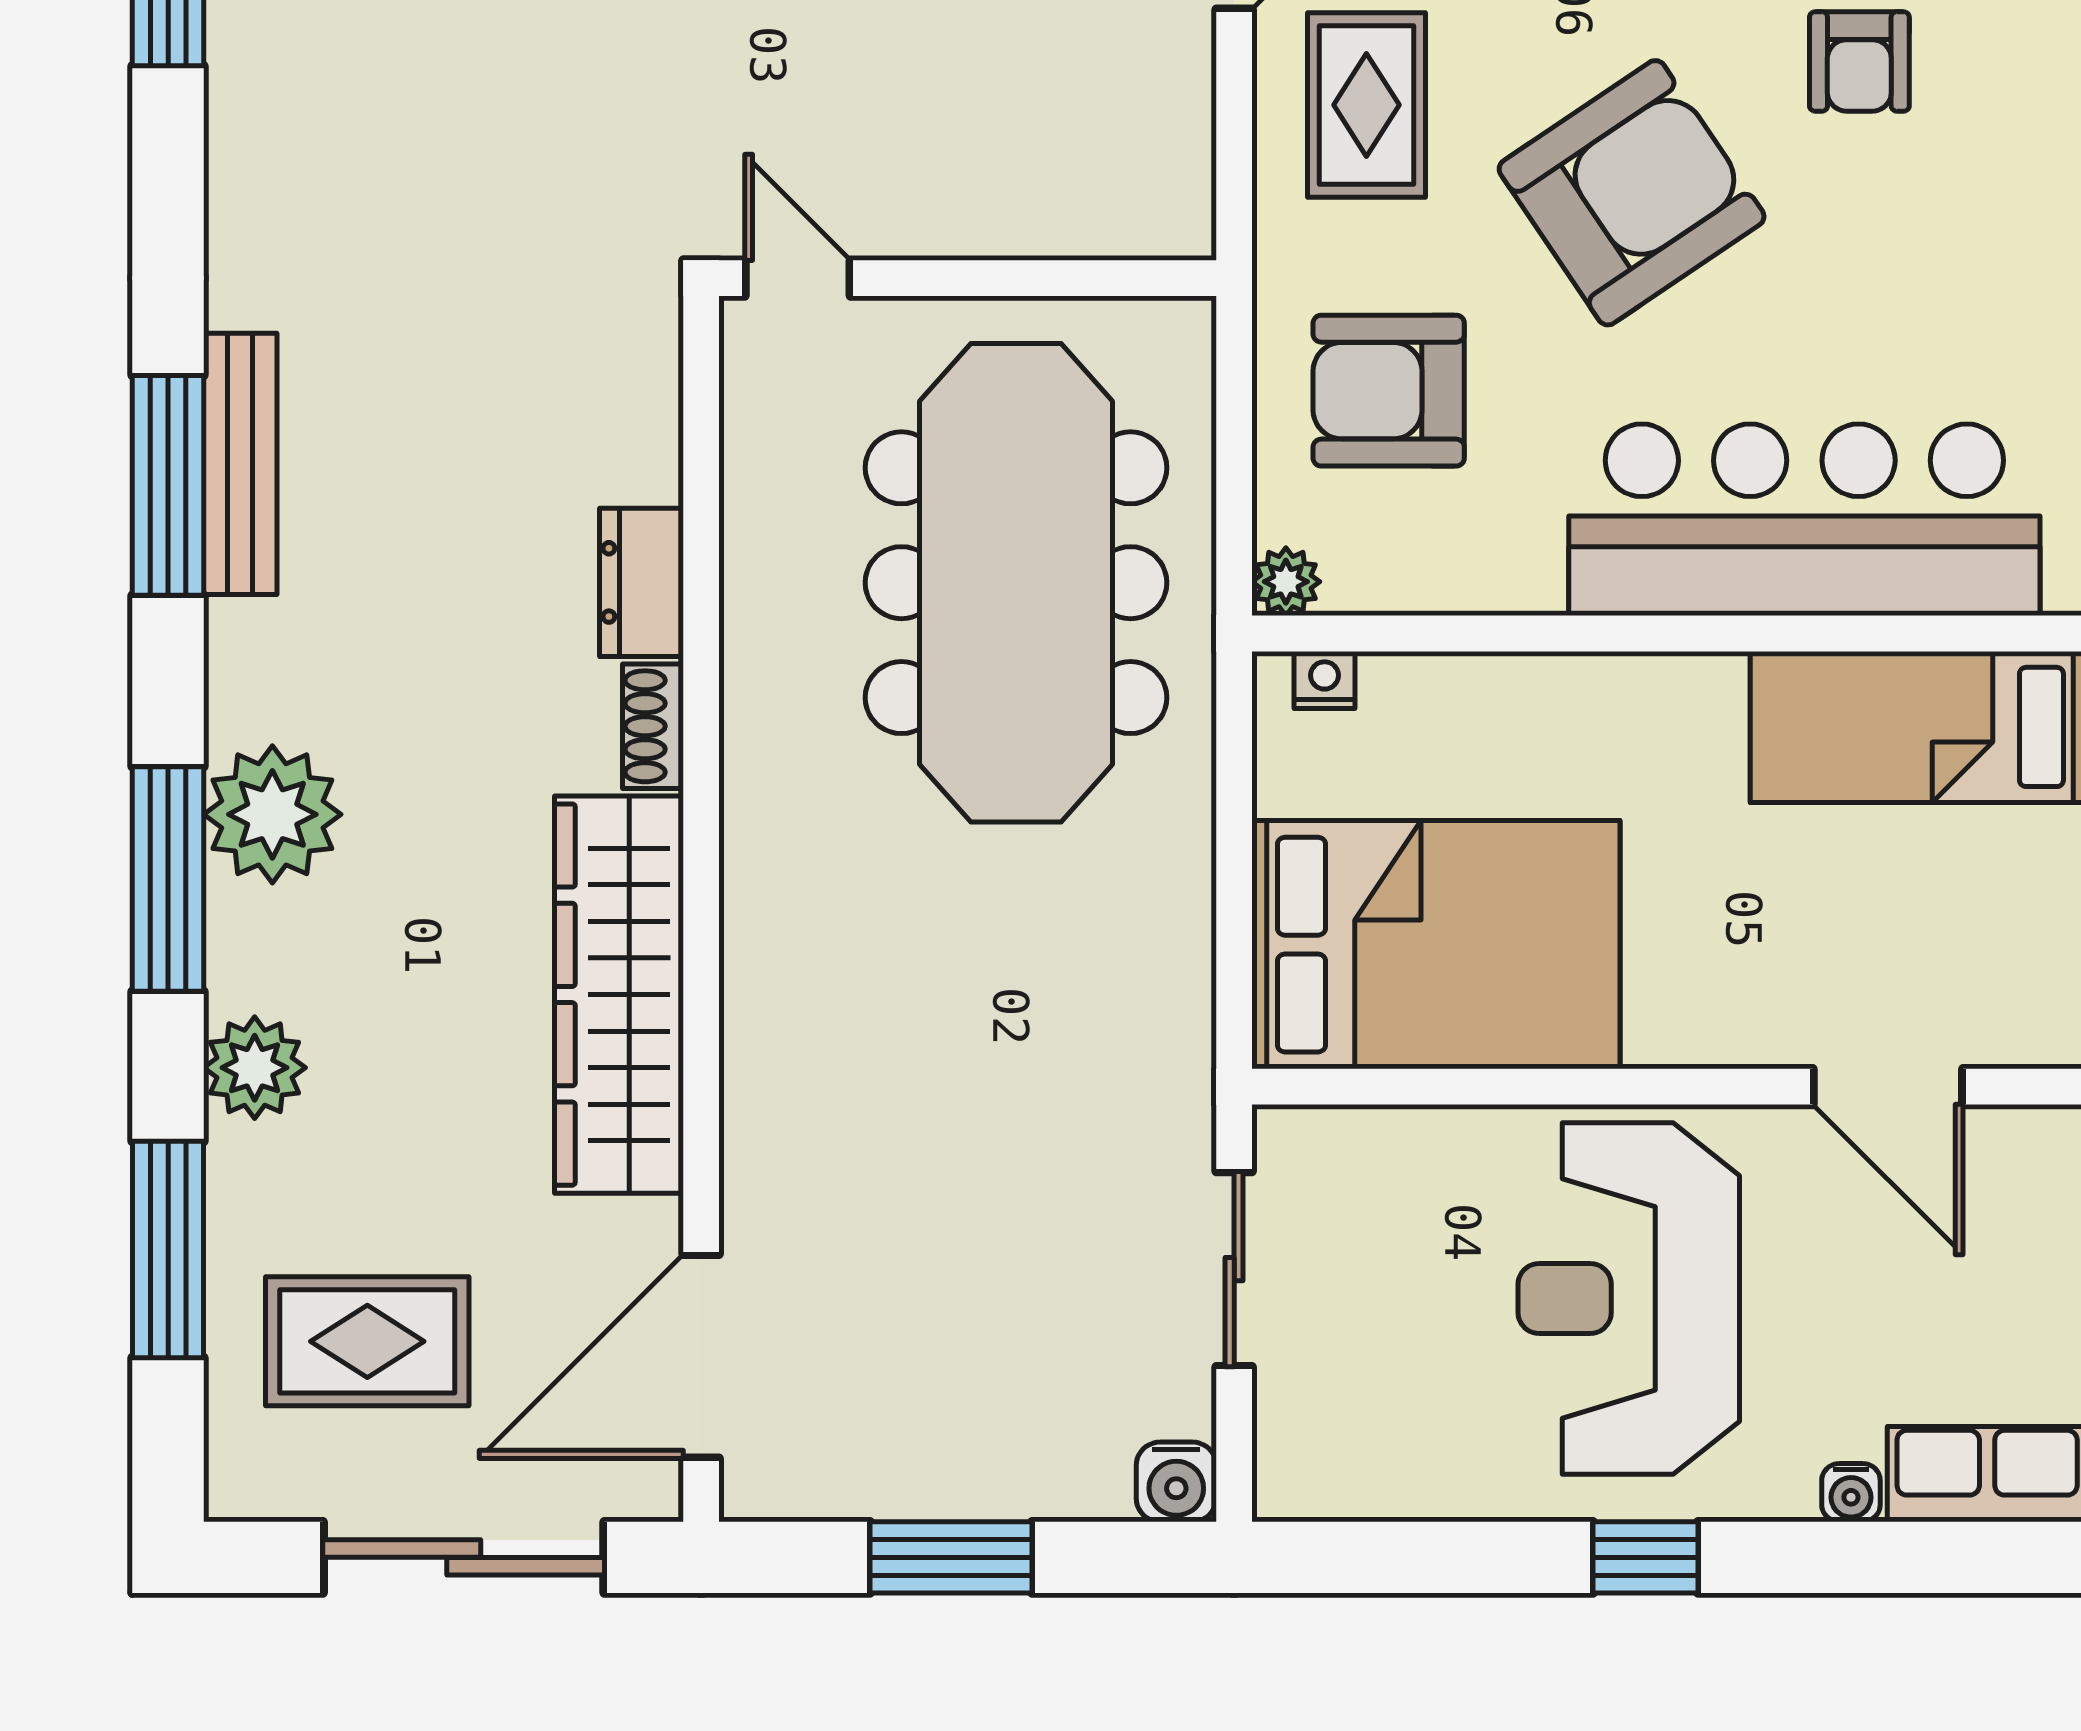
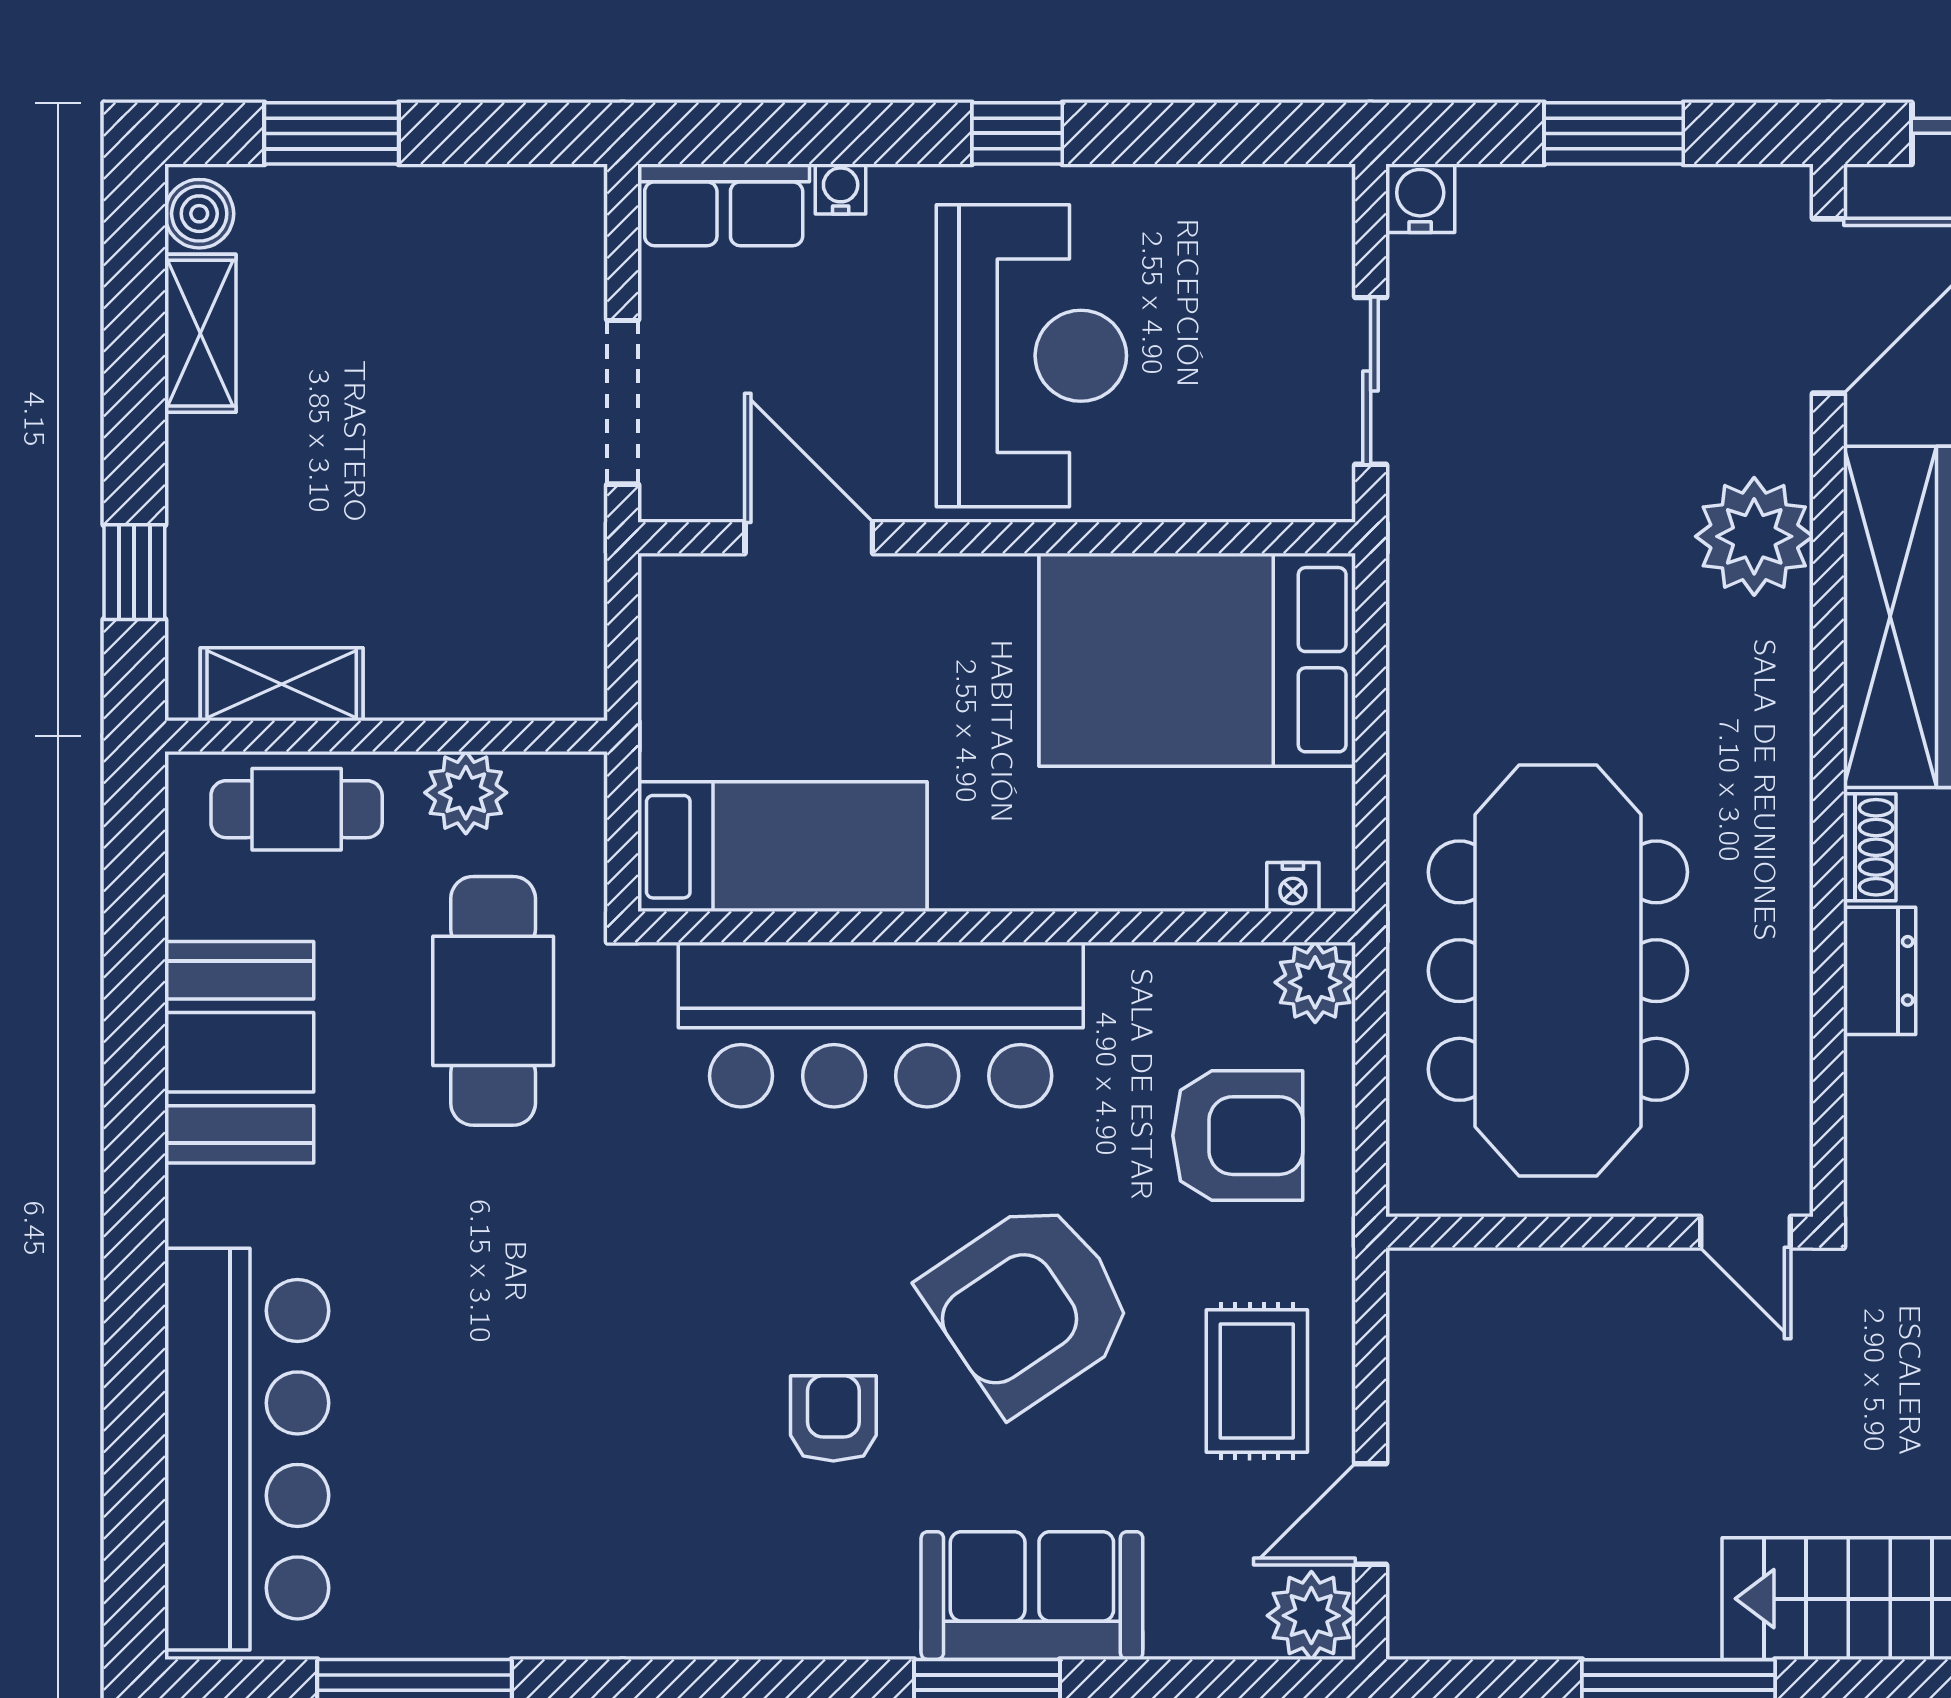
plant: (1286, 582) -> (1315, 982), width x1.38, depth x1.38
plant: (787, 1088) -> (1754, 536), added

